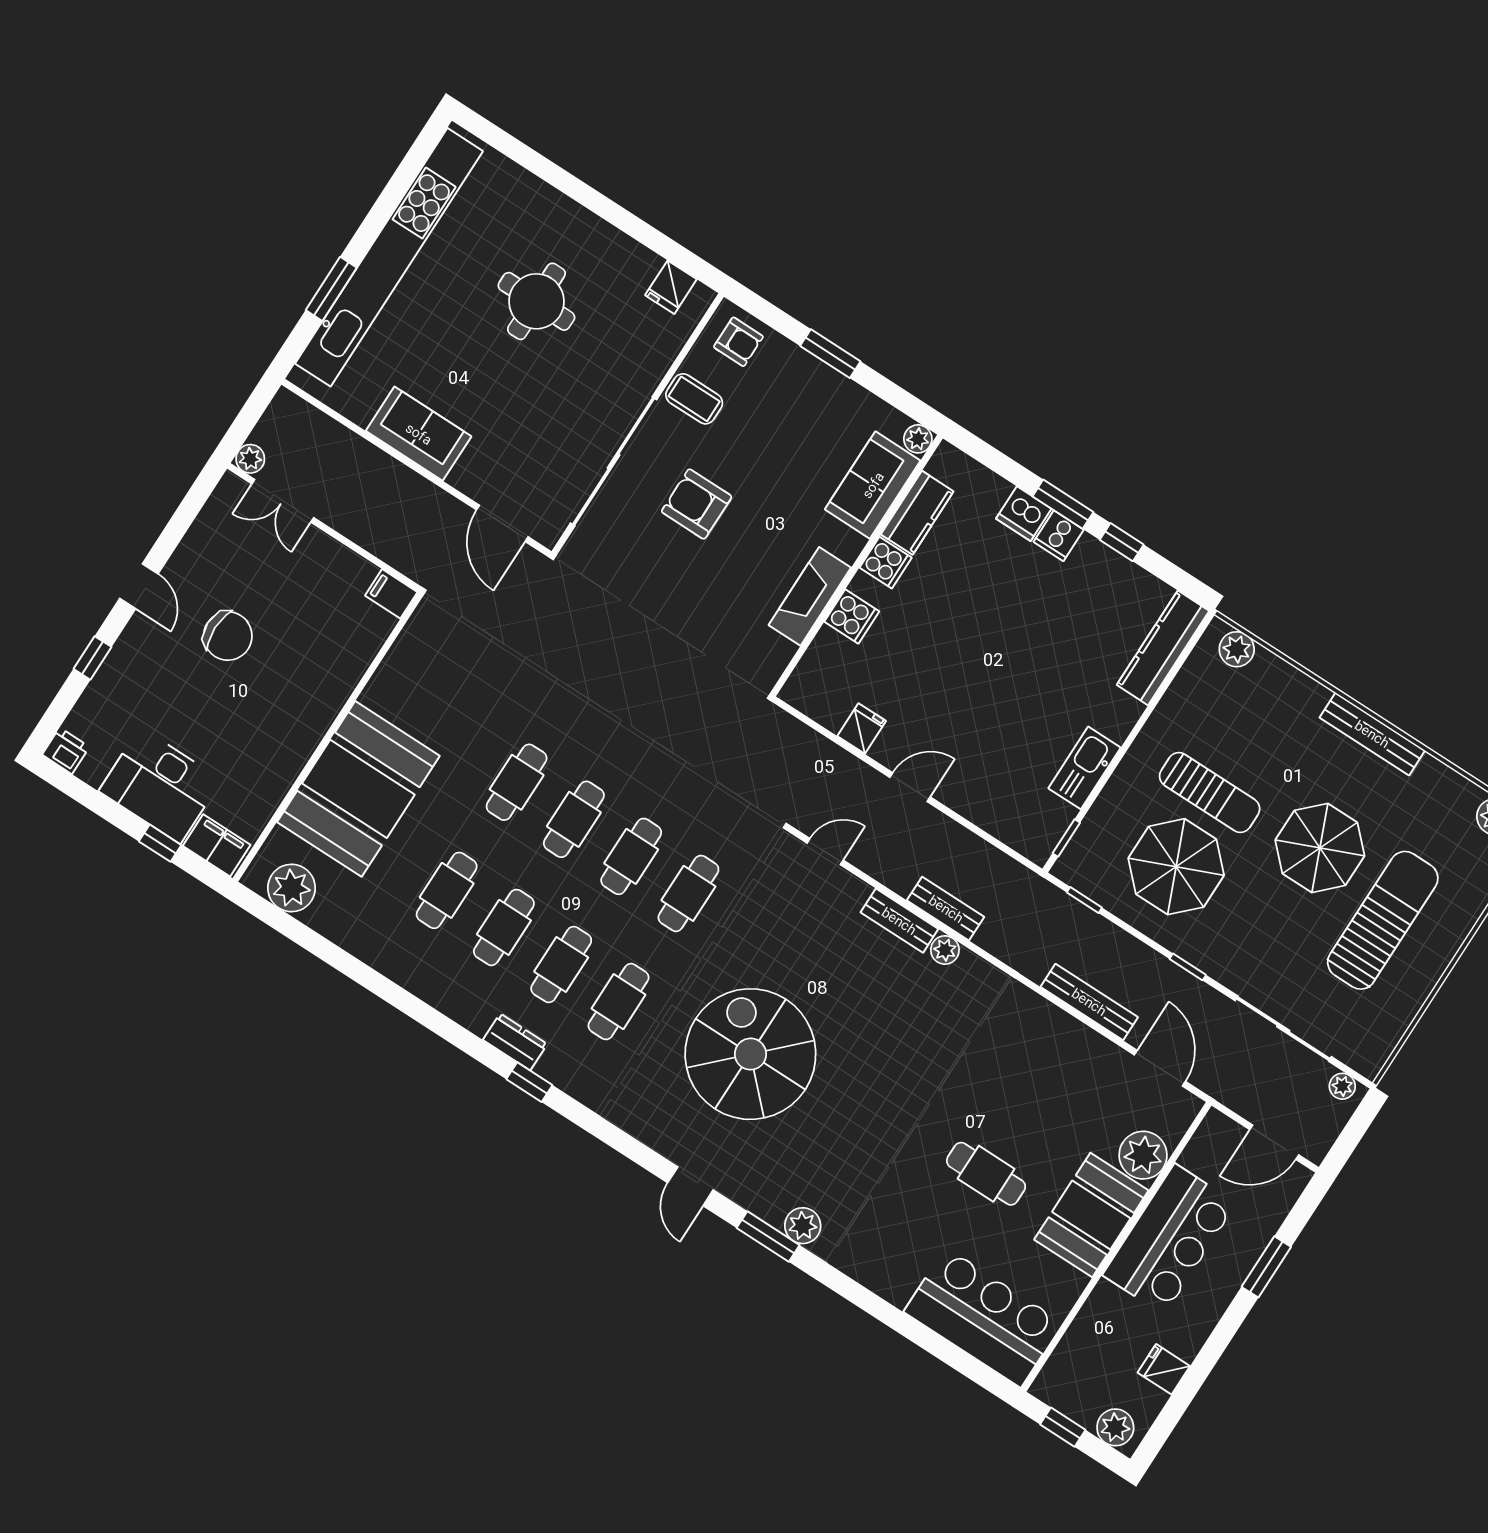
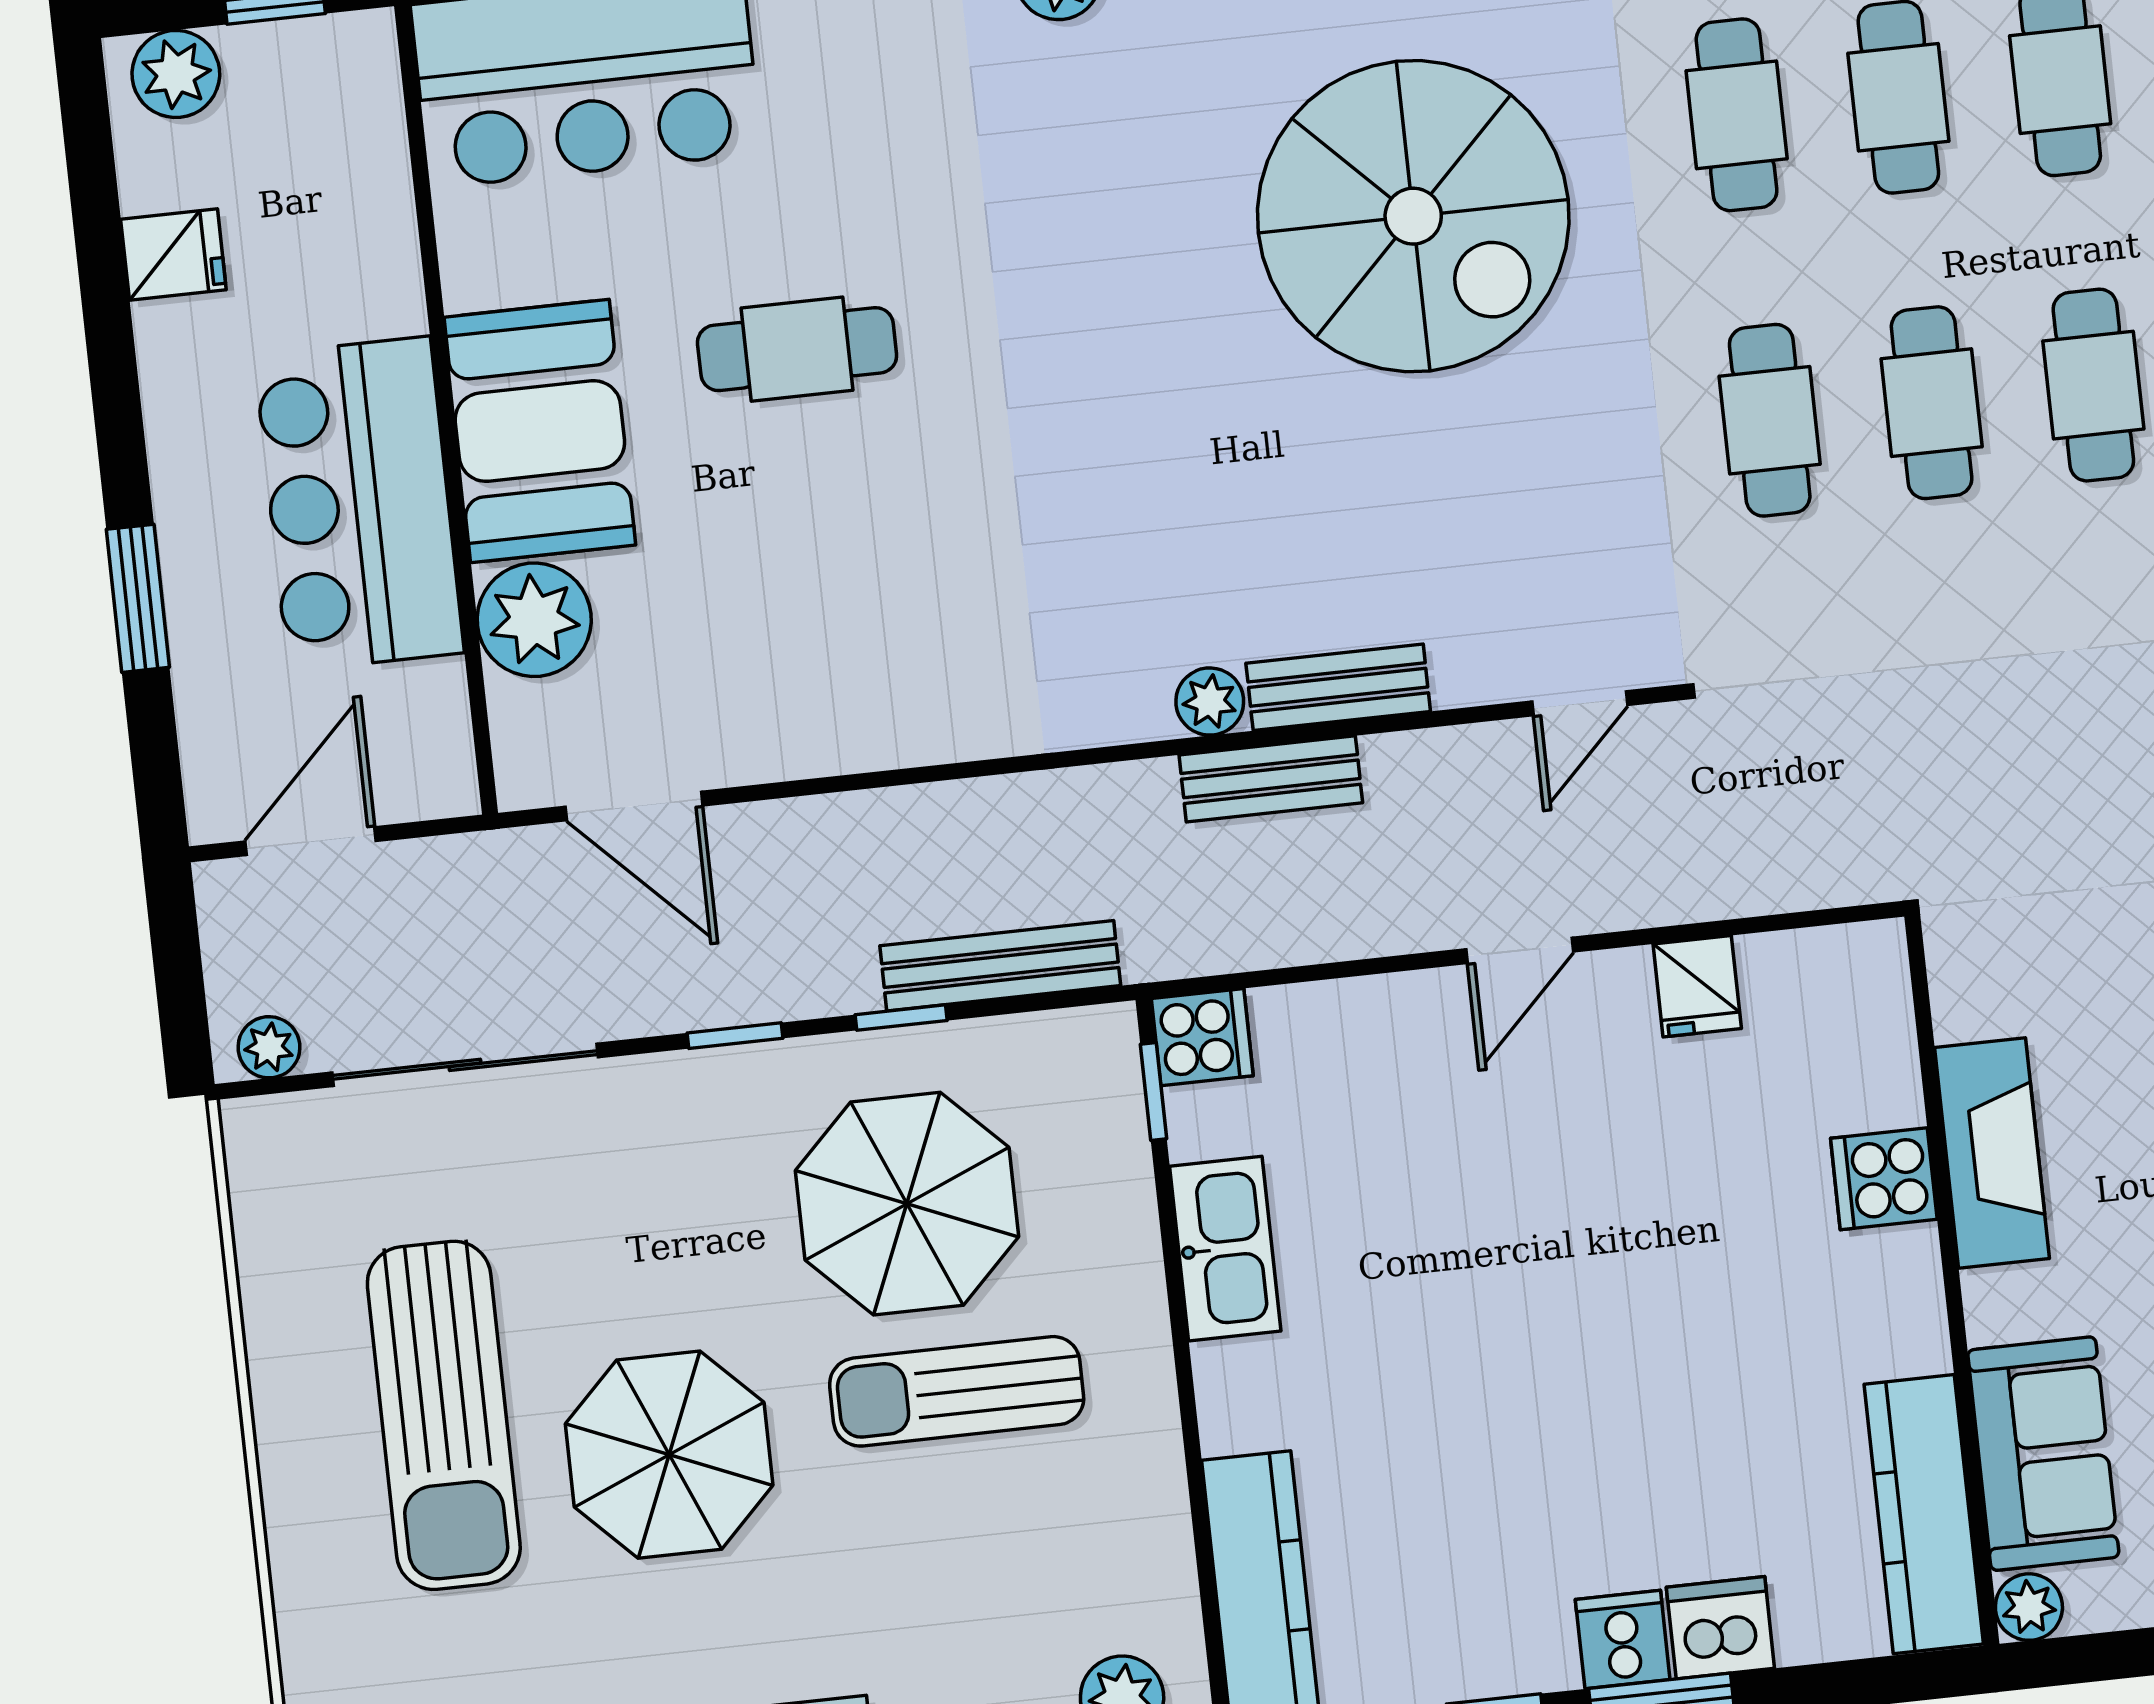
kitchen counter: (917, 513) -> (1924, 1514), width x1.50
cooker: (886, 563) -> (1202, 1037), moved, turned 180
window: (1084, 900) -> (901, 1018), moved
bench: (1089, 1002) -> (1000, 966), moved

